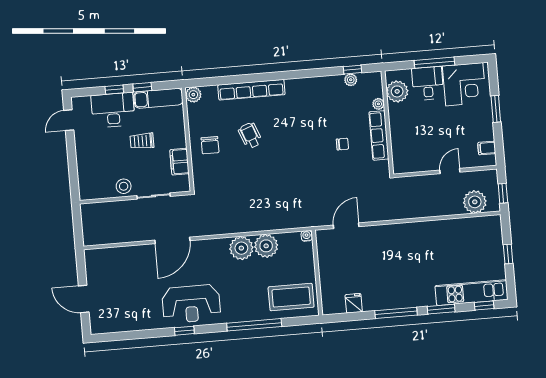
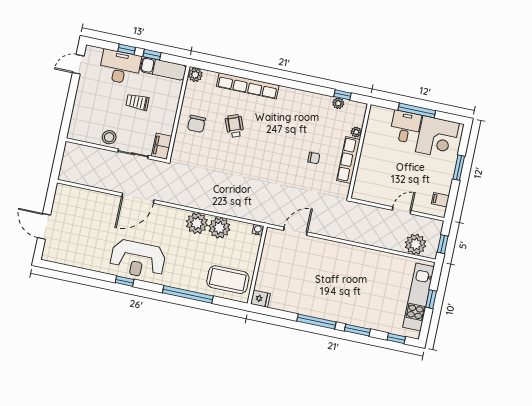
plant: (397, 91) -> (376, 126), removed
filing cabinet: (179, 162) -> (162, 146), moved
kitchen unit: (472, 293) -> (418, 297), moved, turned -90
fridge: (354, 303) -> (260, 299), moved, turned 90

